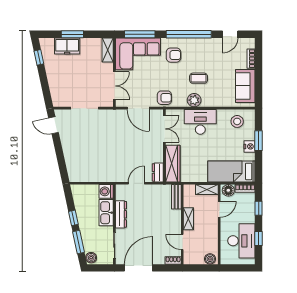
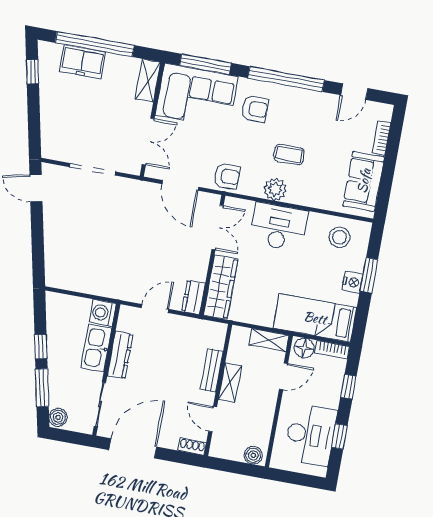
window: (72, 34) -> (95, 44), width x2.11
bench: (176, 197) -> (212, 370), moved

